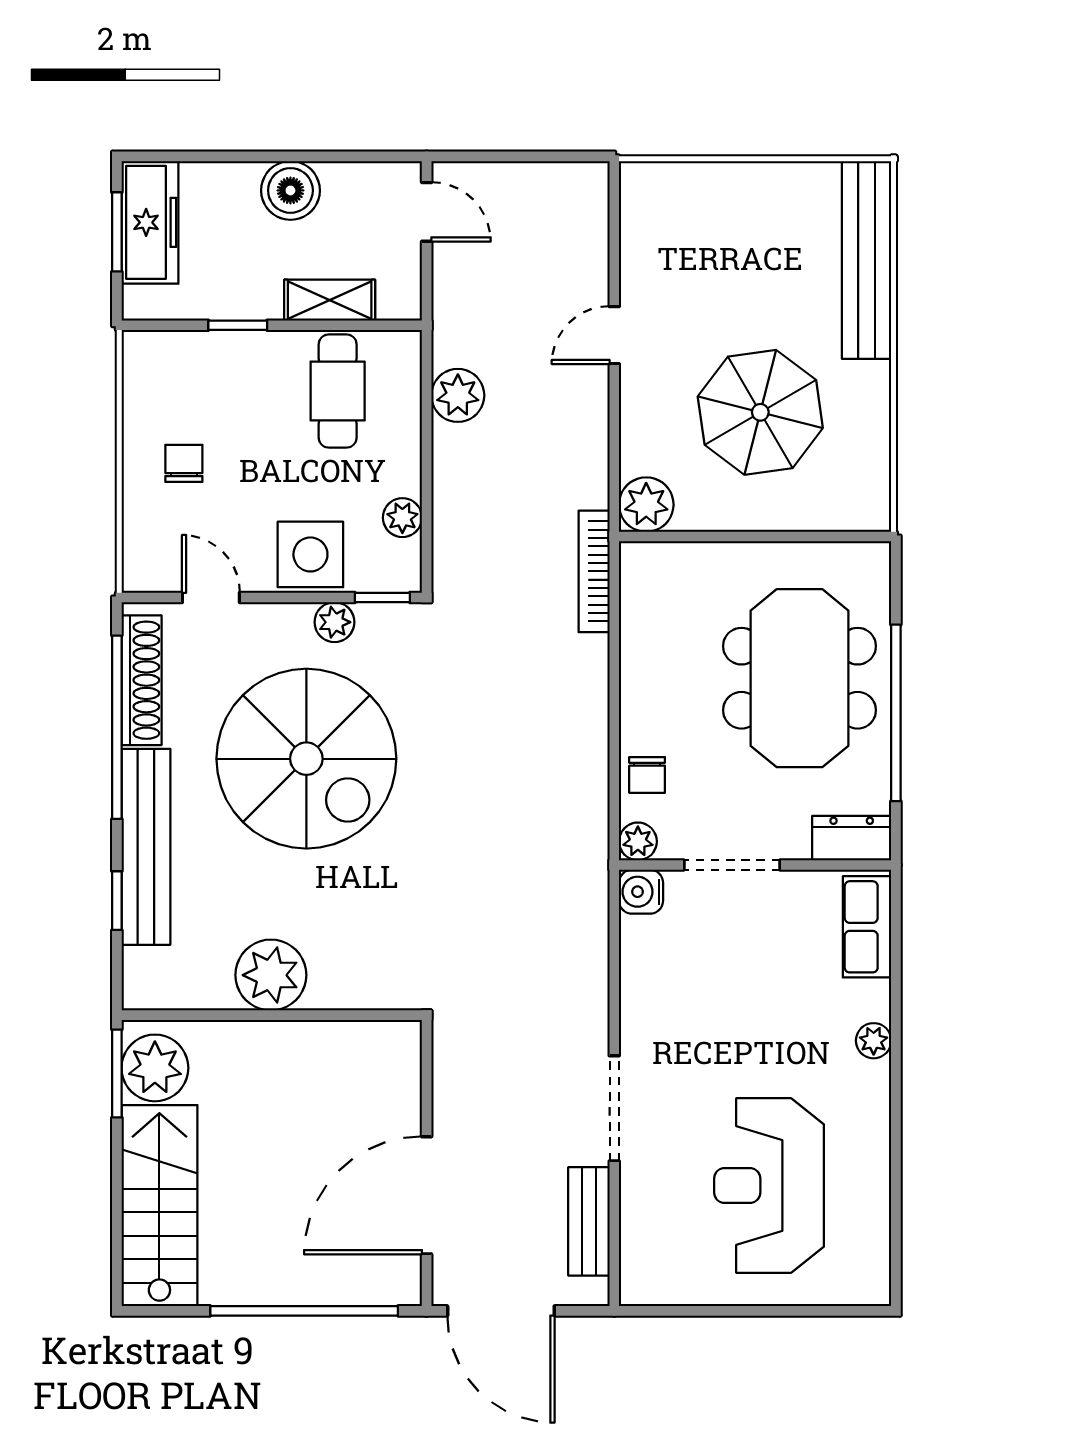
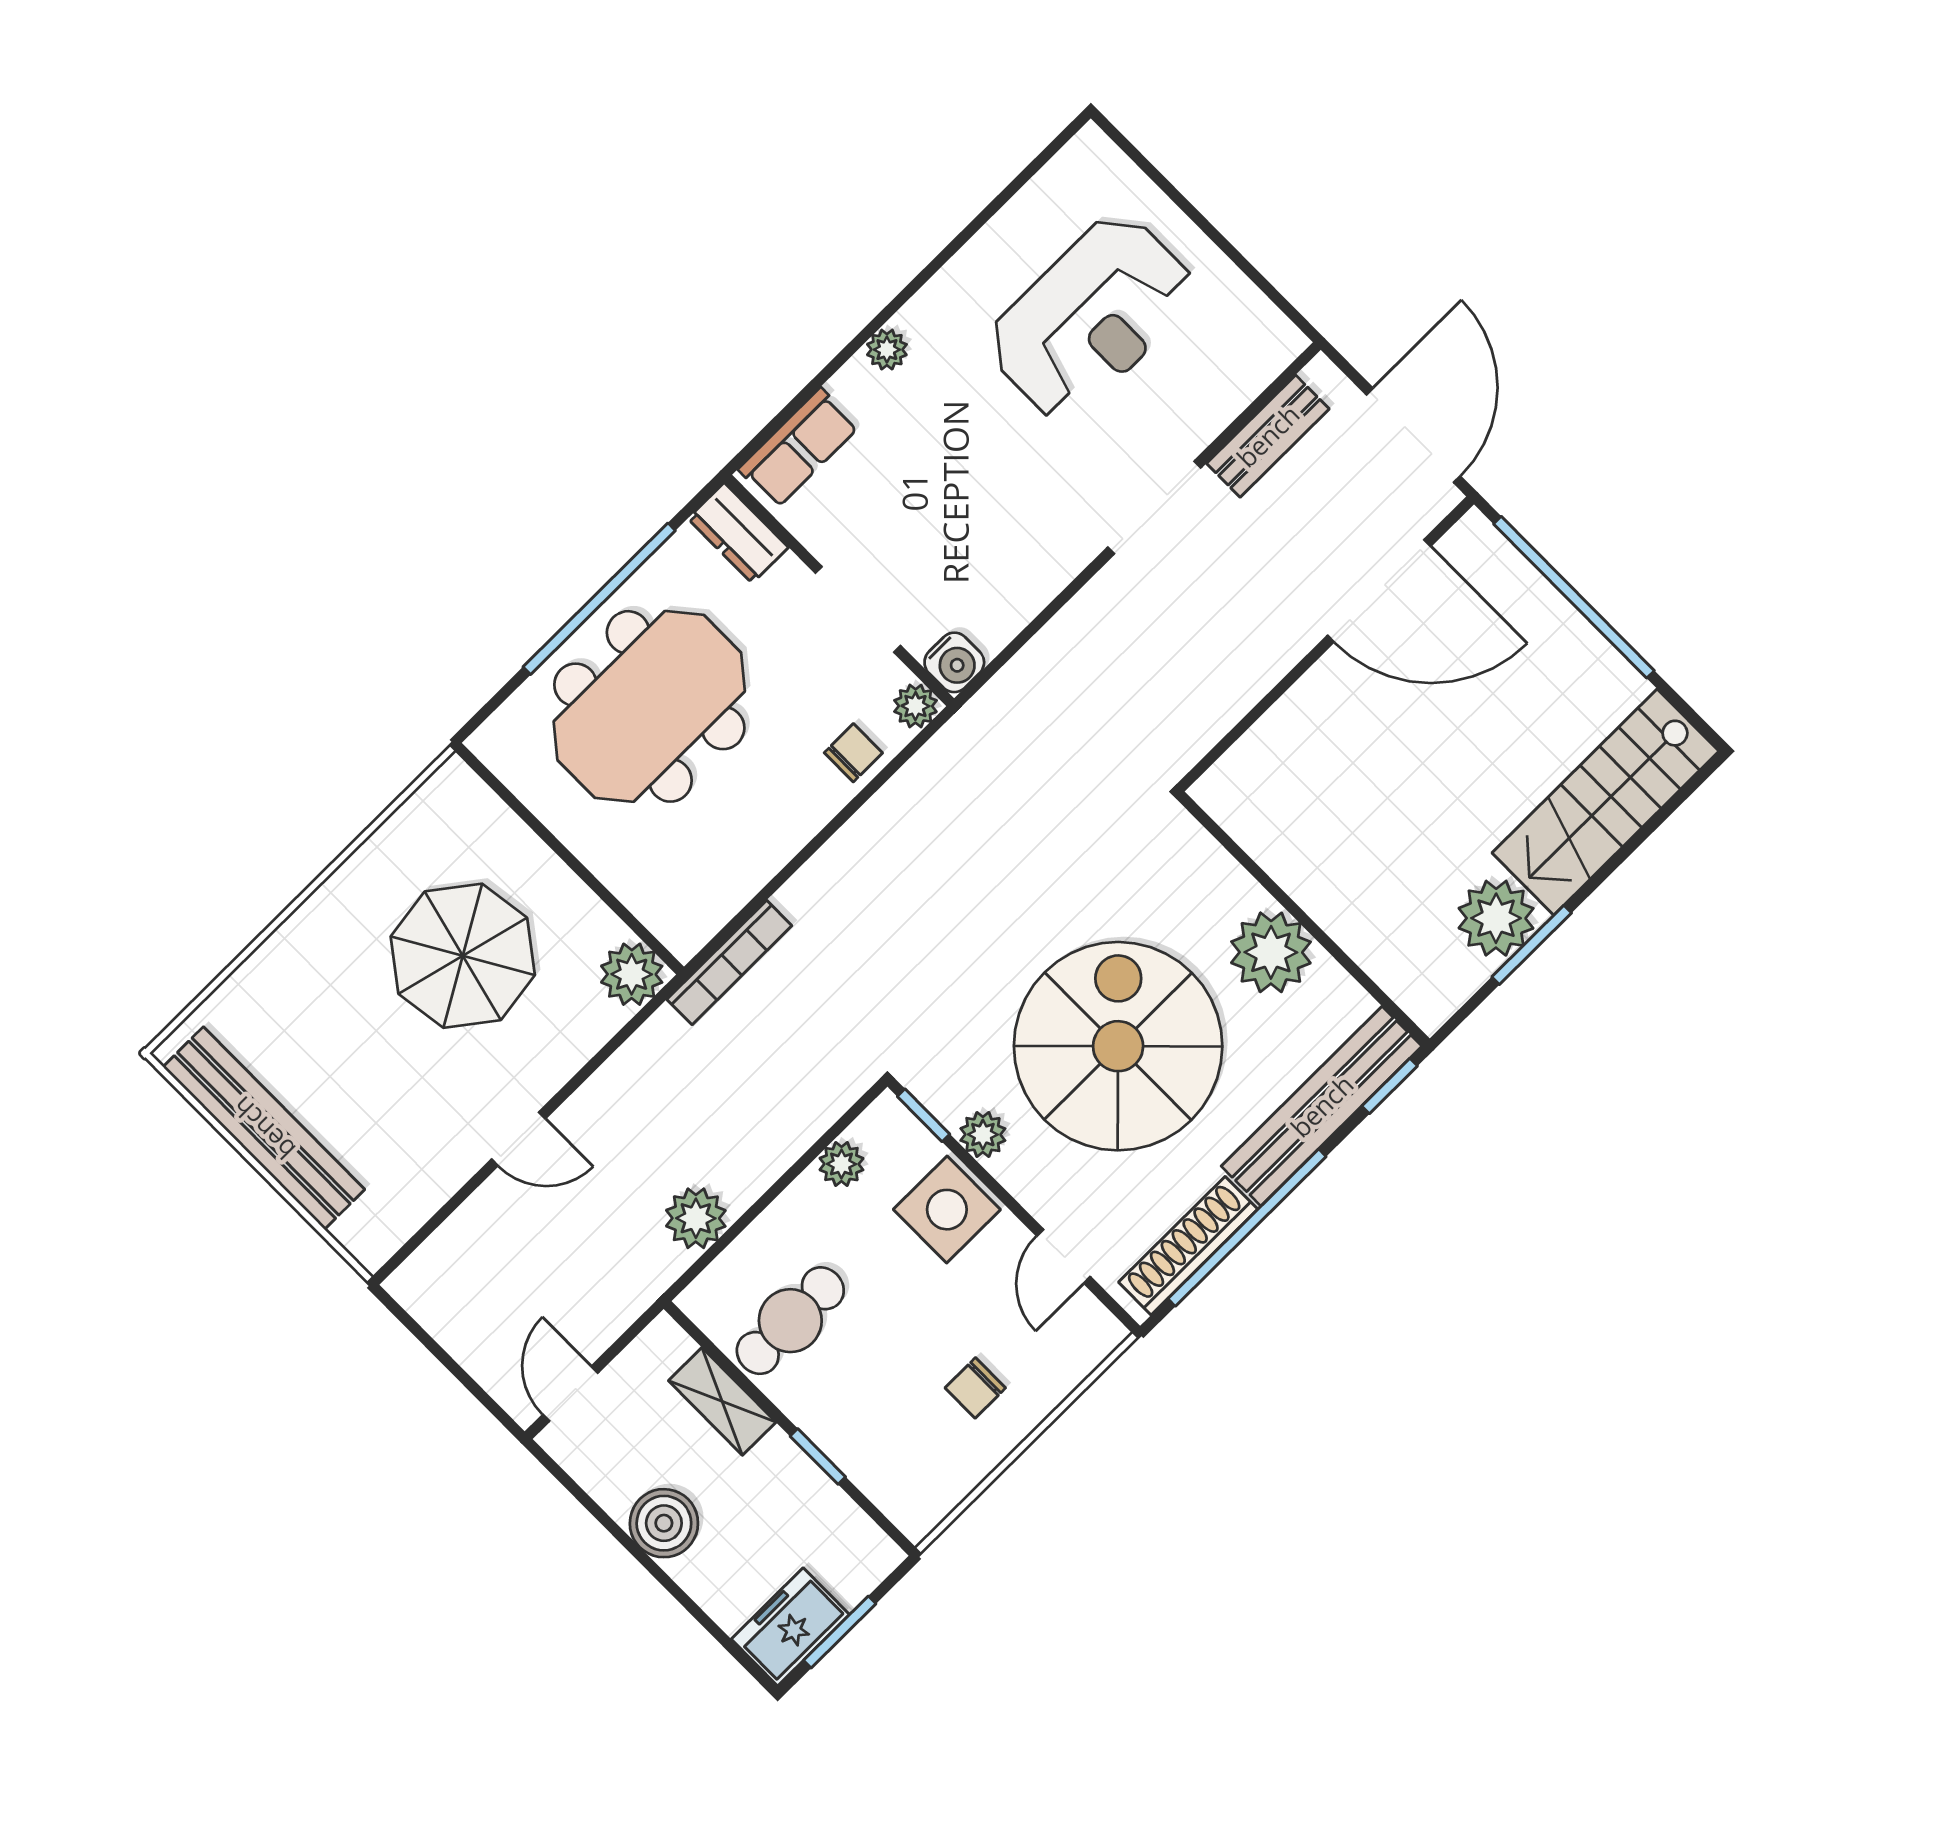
freezer: (150, 222) -> (790, 1627), width x0.71
bench: (867, 260) -> (264, 1128), moved, turned 90
plant: (271, 975) -> (1271, 952), moved
wall: (272, 1015) -> (1303, 919), moved

